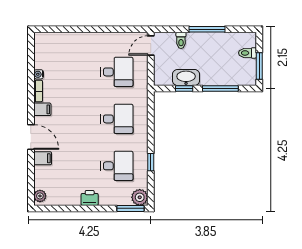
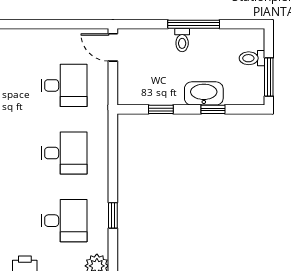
toilet: (181, 40) -> (182, 40), moved
door: (151, 45) -> (113, 47), hinge flipped
washbasin: (186, 77) -> (204, 93), moved
window: (220, 89) -> (213, 109), width x0.46

